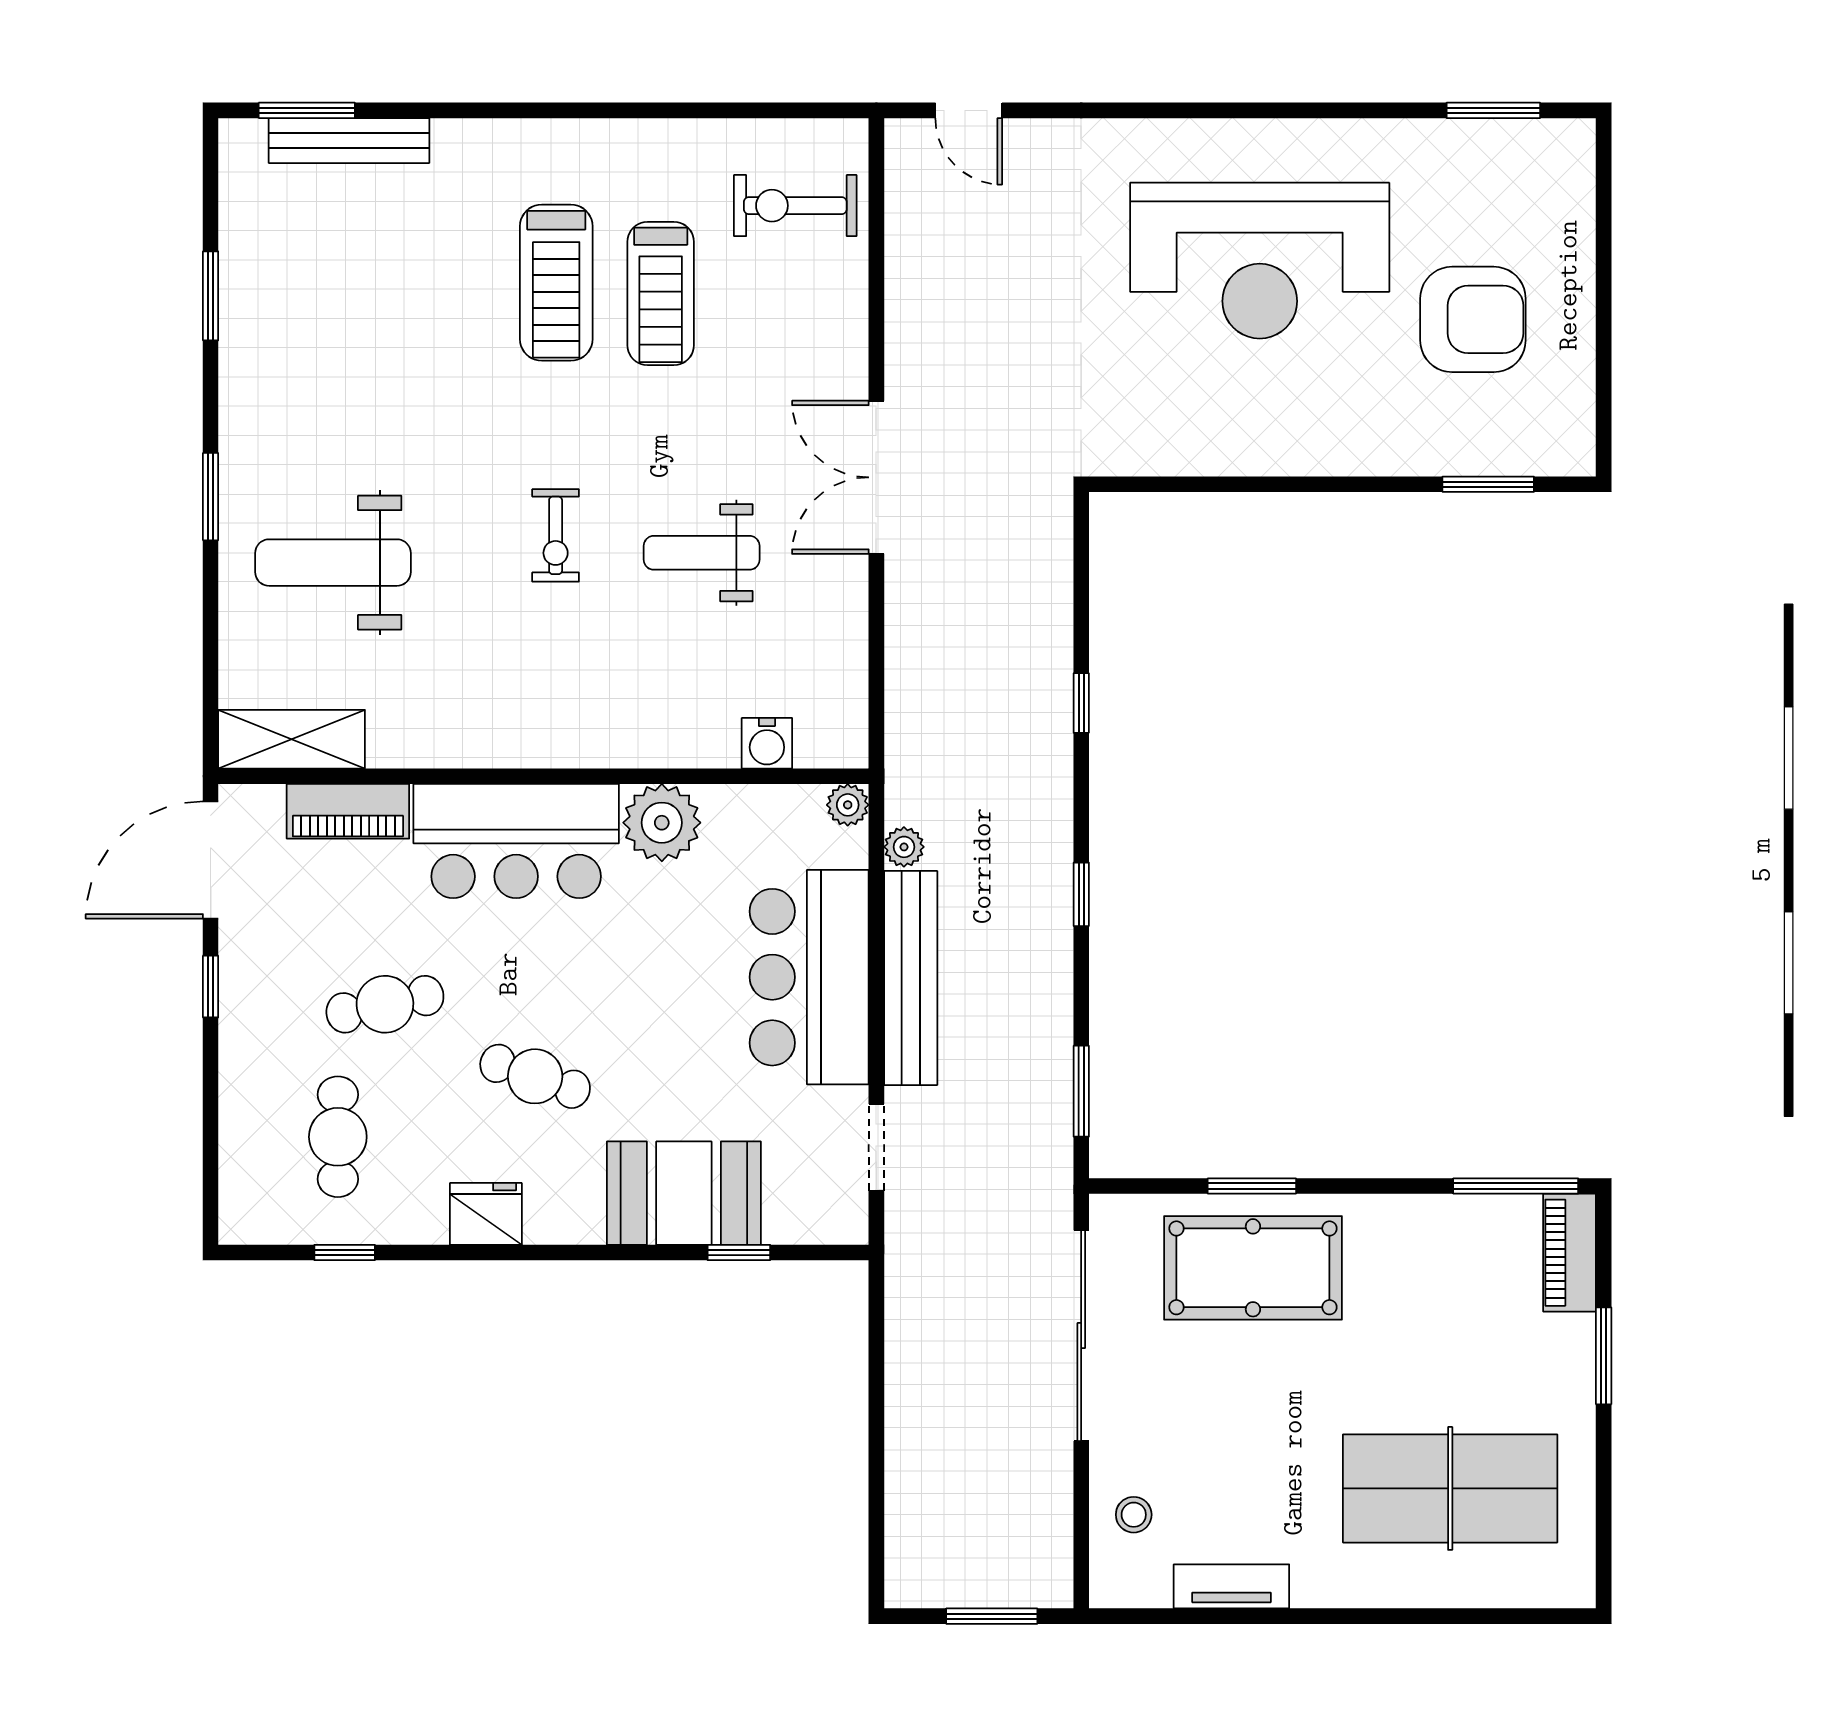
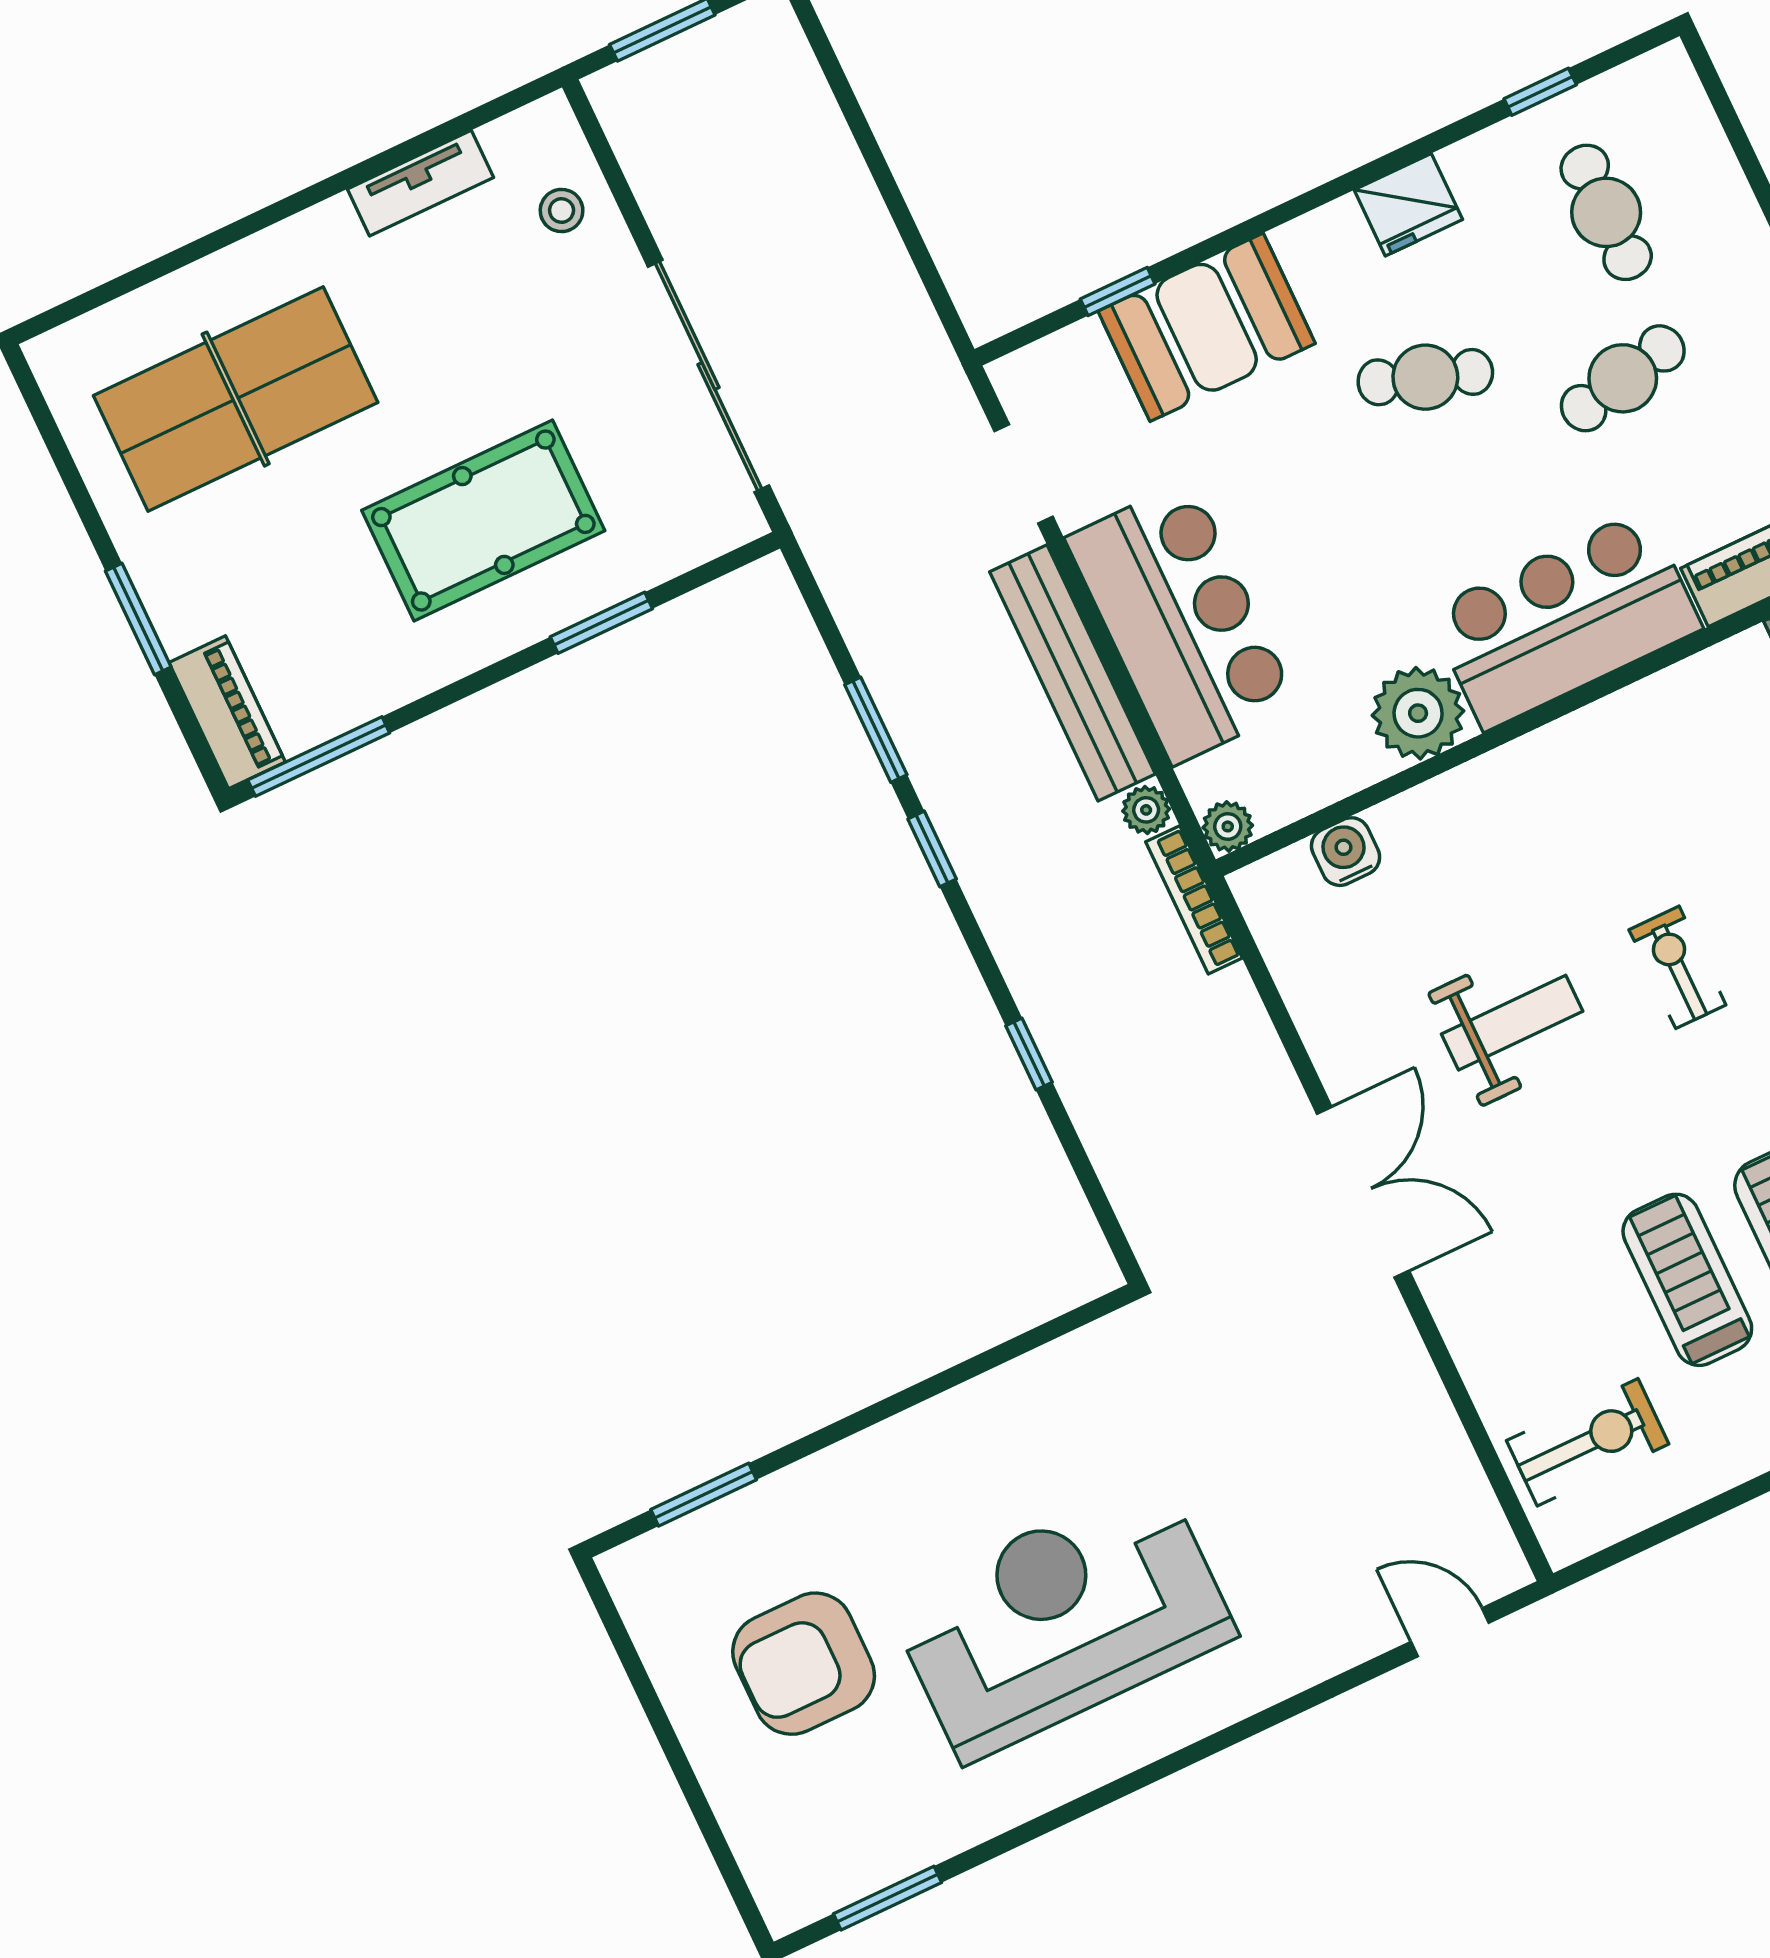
bookcase: (900, 761) -> (1194, 900), added
window: (1081, 1091) -> (876, 730), moved
pool table: (1253, 1268) -> (483, 521), moved

